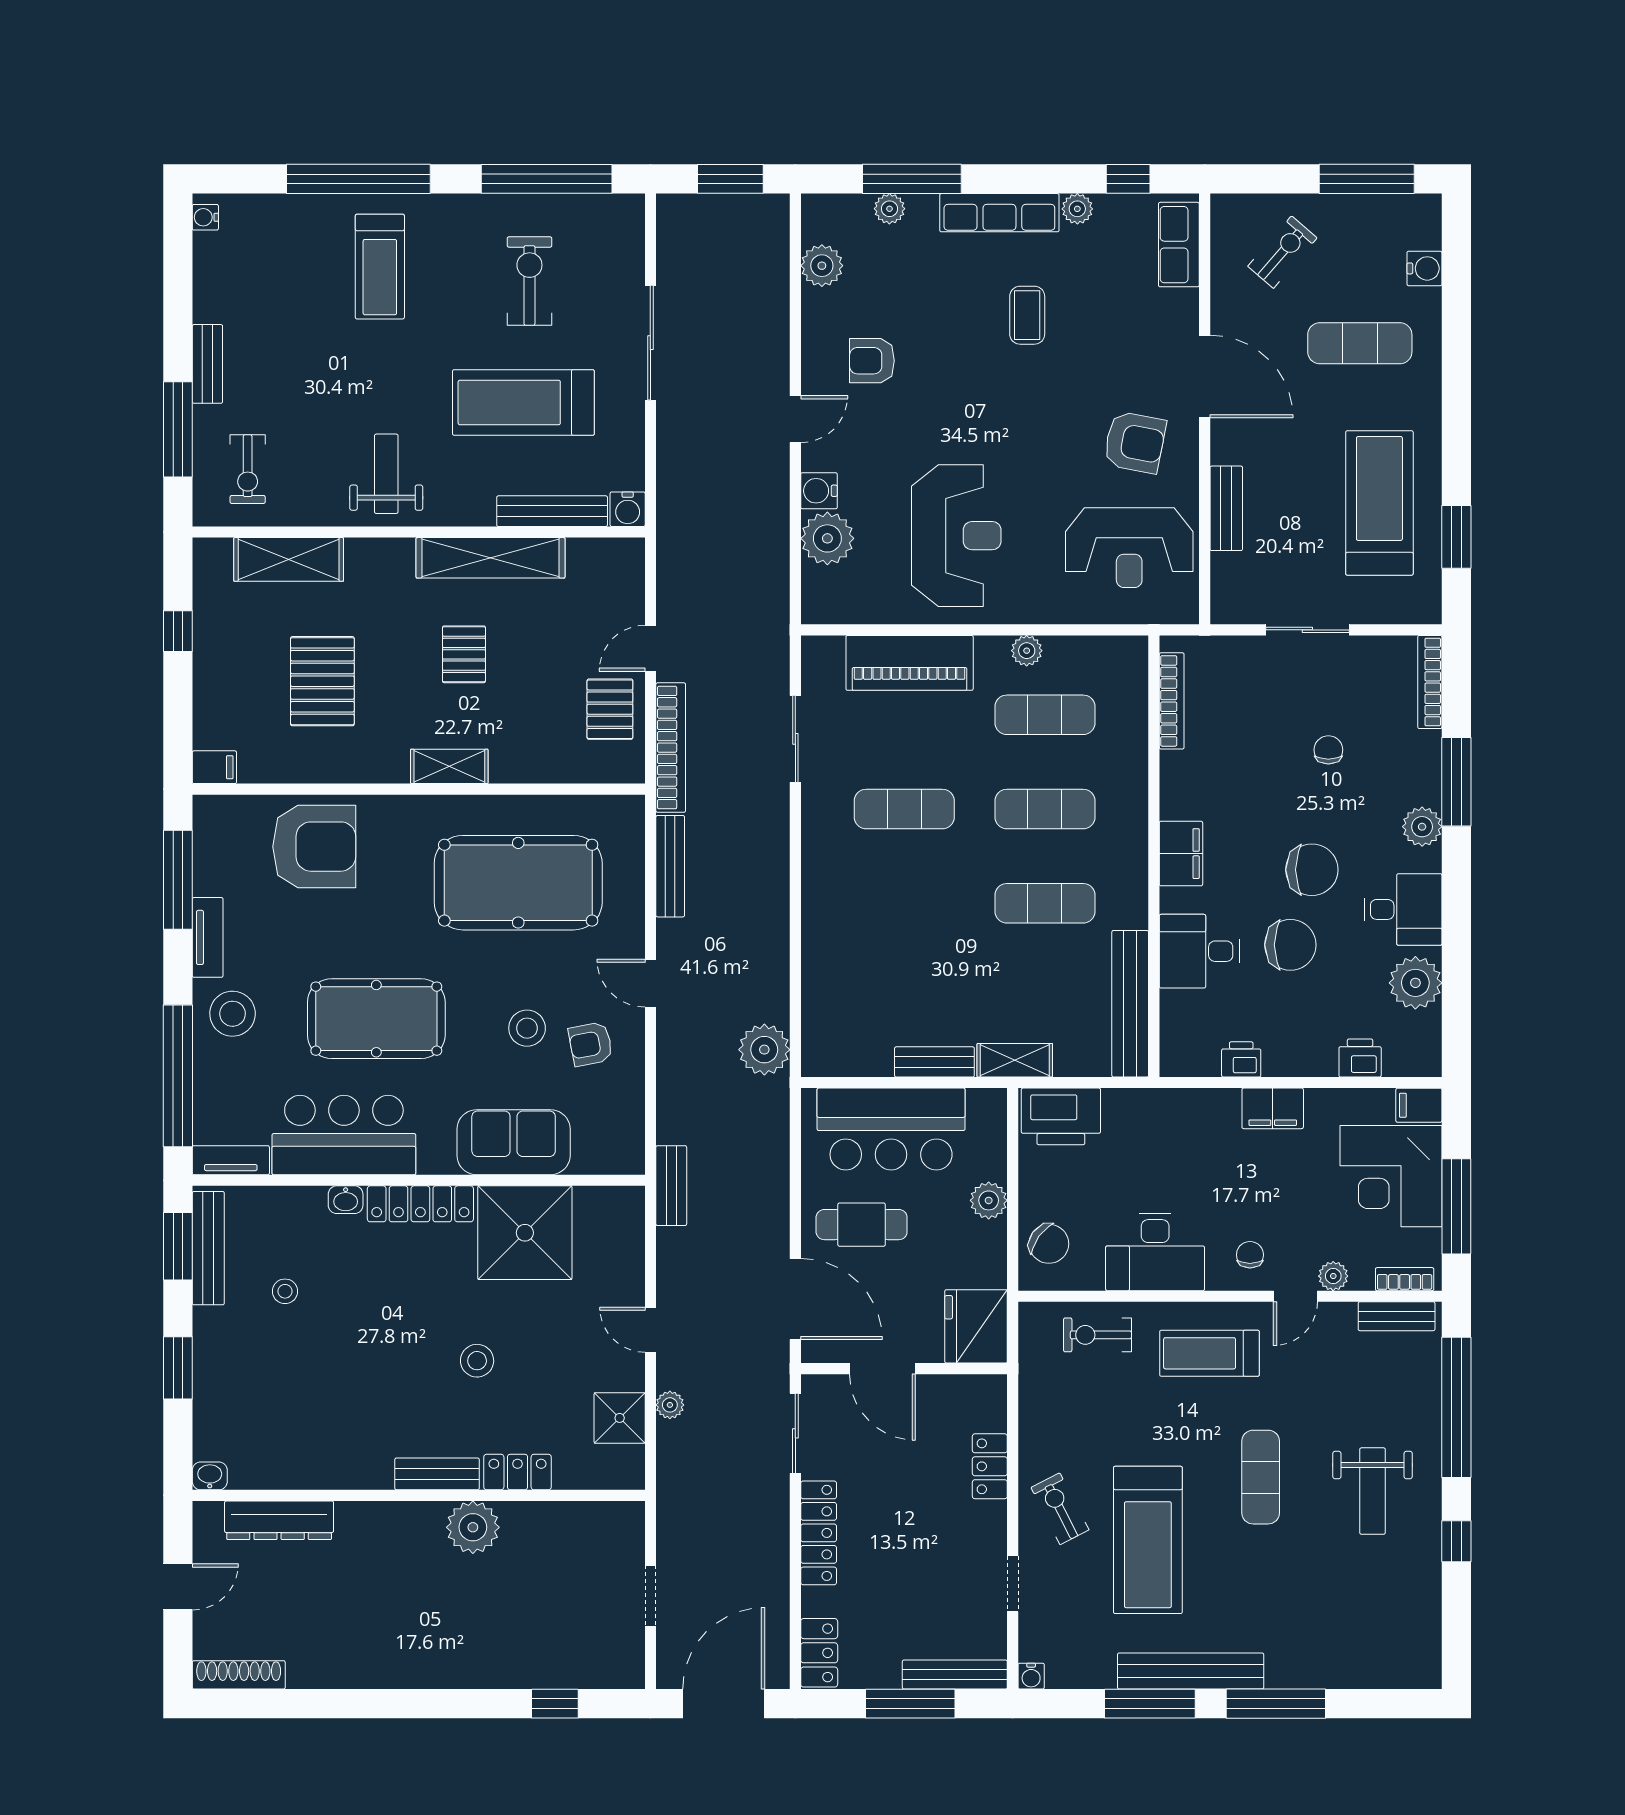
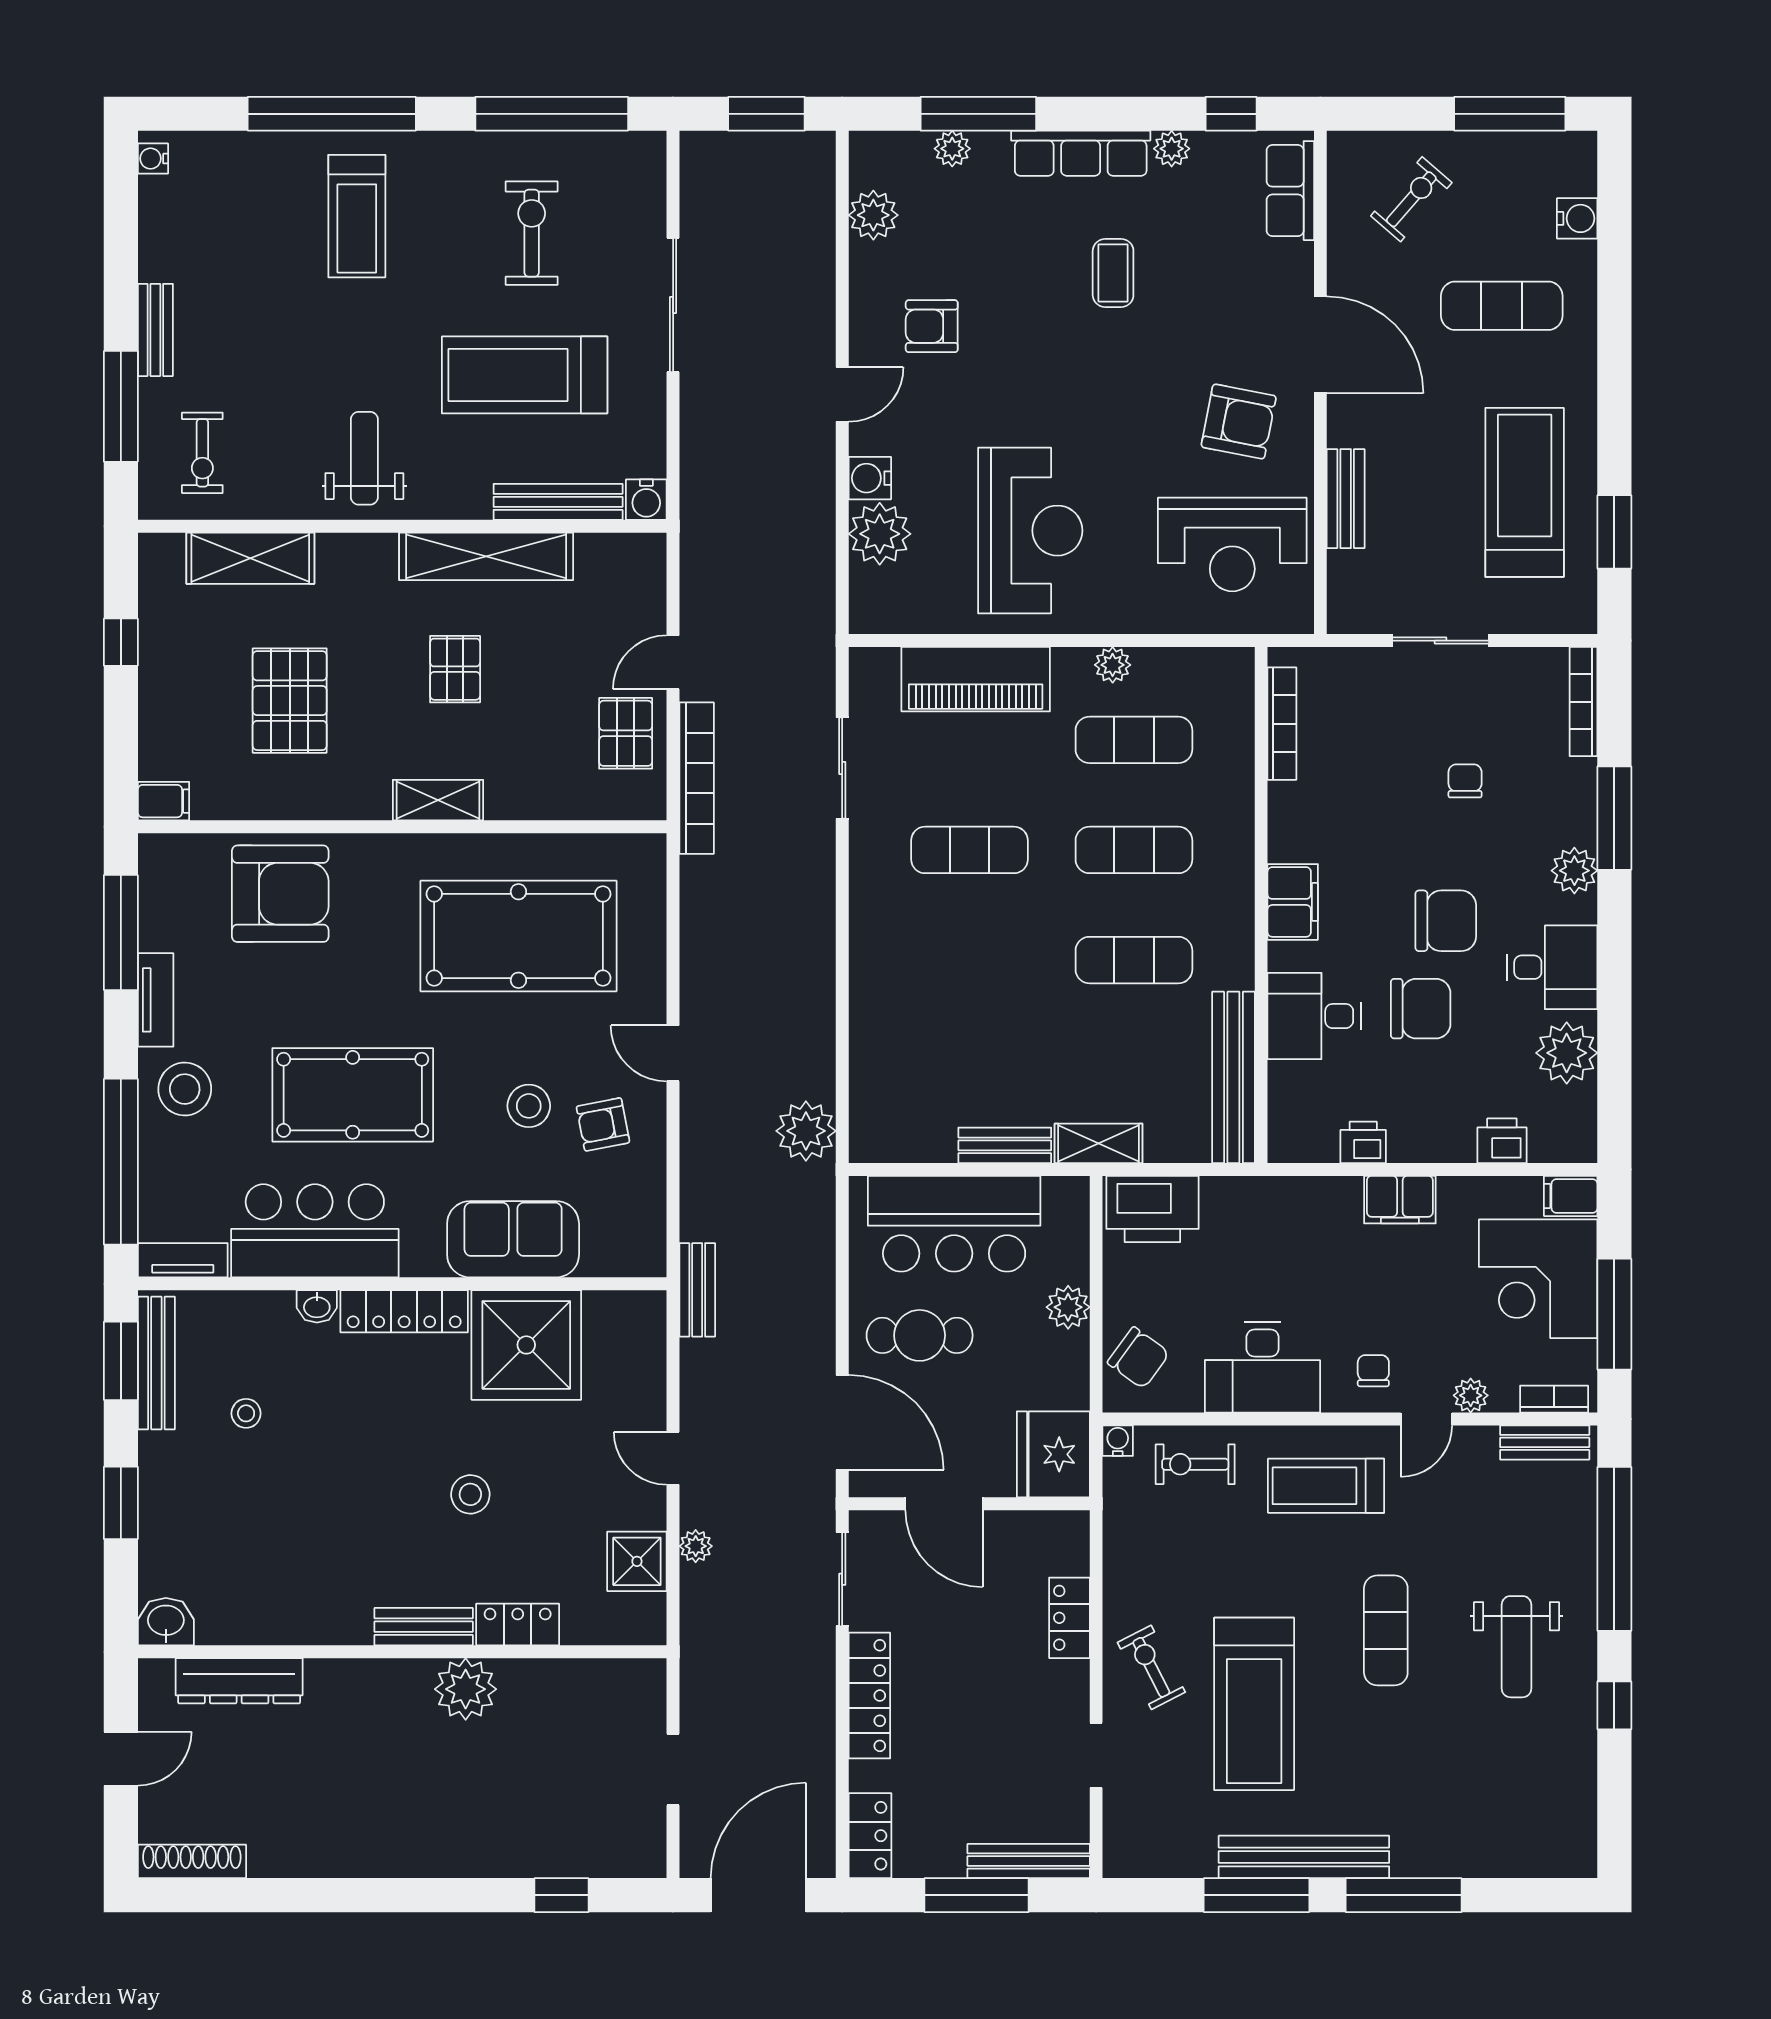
bench: (670, 866) -> (696, 917), removed
washbasin: (210, 1476) -> (166, 1622), width x1.38, depth x1.45
water cooler: (1031, 1676) -> (1118, 1441), moved, turned 180

